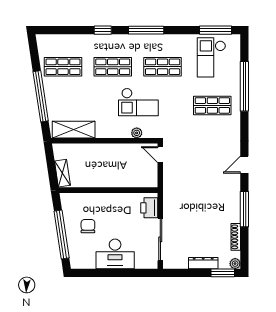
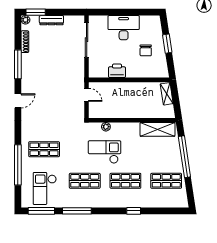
window: (146, 30) -> (77, 211), moved
checkout: (211, 57) -> (45, 188), turned 180
door: (160, 155) -> (87, 95), moved
printer: (149, 208) -> (117, 71), moved, turned -90
window: (62, 235) -> (167, 44), width x0.47

